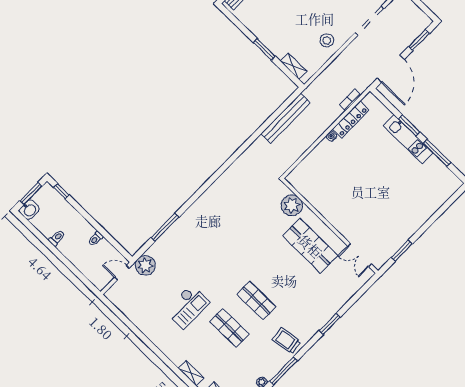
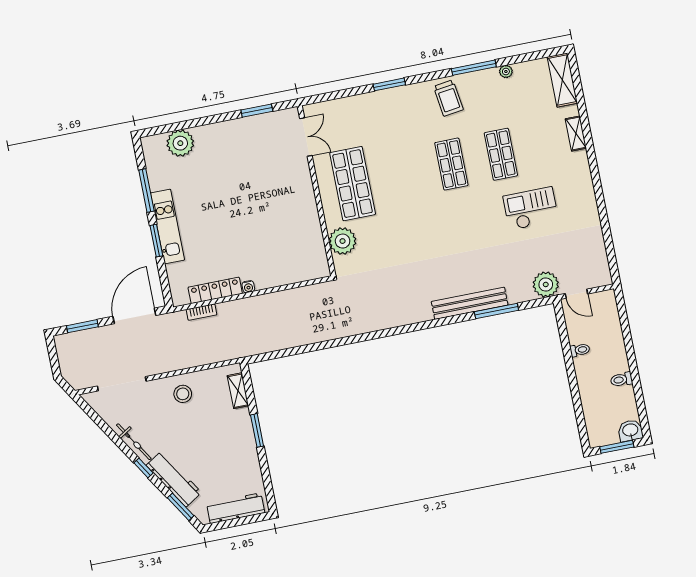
bench: (286, 118) -> (470, 303), moved
window: (61, 191) -> (582, 427), removed
plant: (436, 197) -> (180, 143), added

